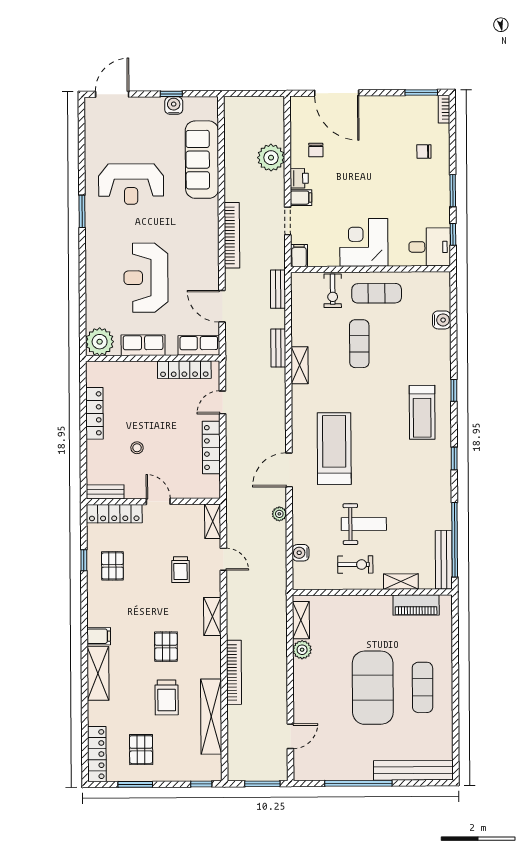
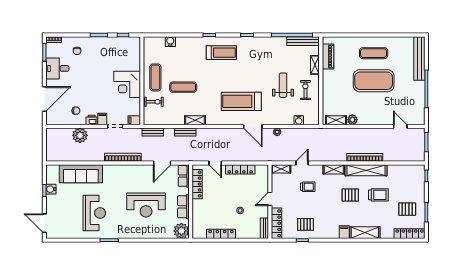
desk: (430, 247) -> (57, 68), moved, turned -90
shelving: (211, 717) -> (366, 170), moved

